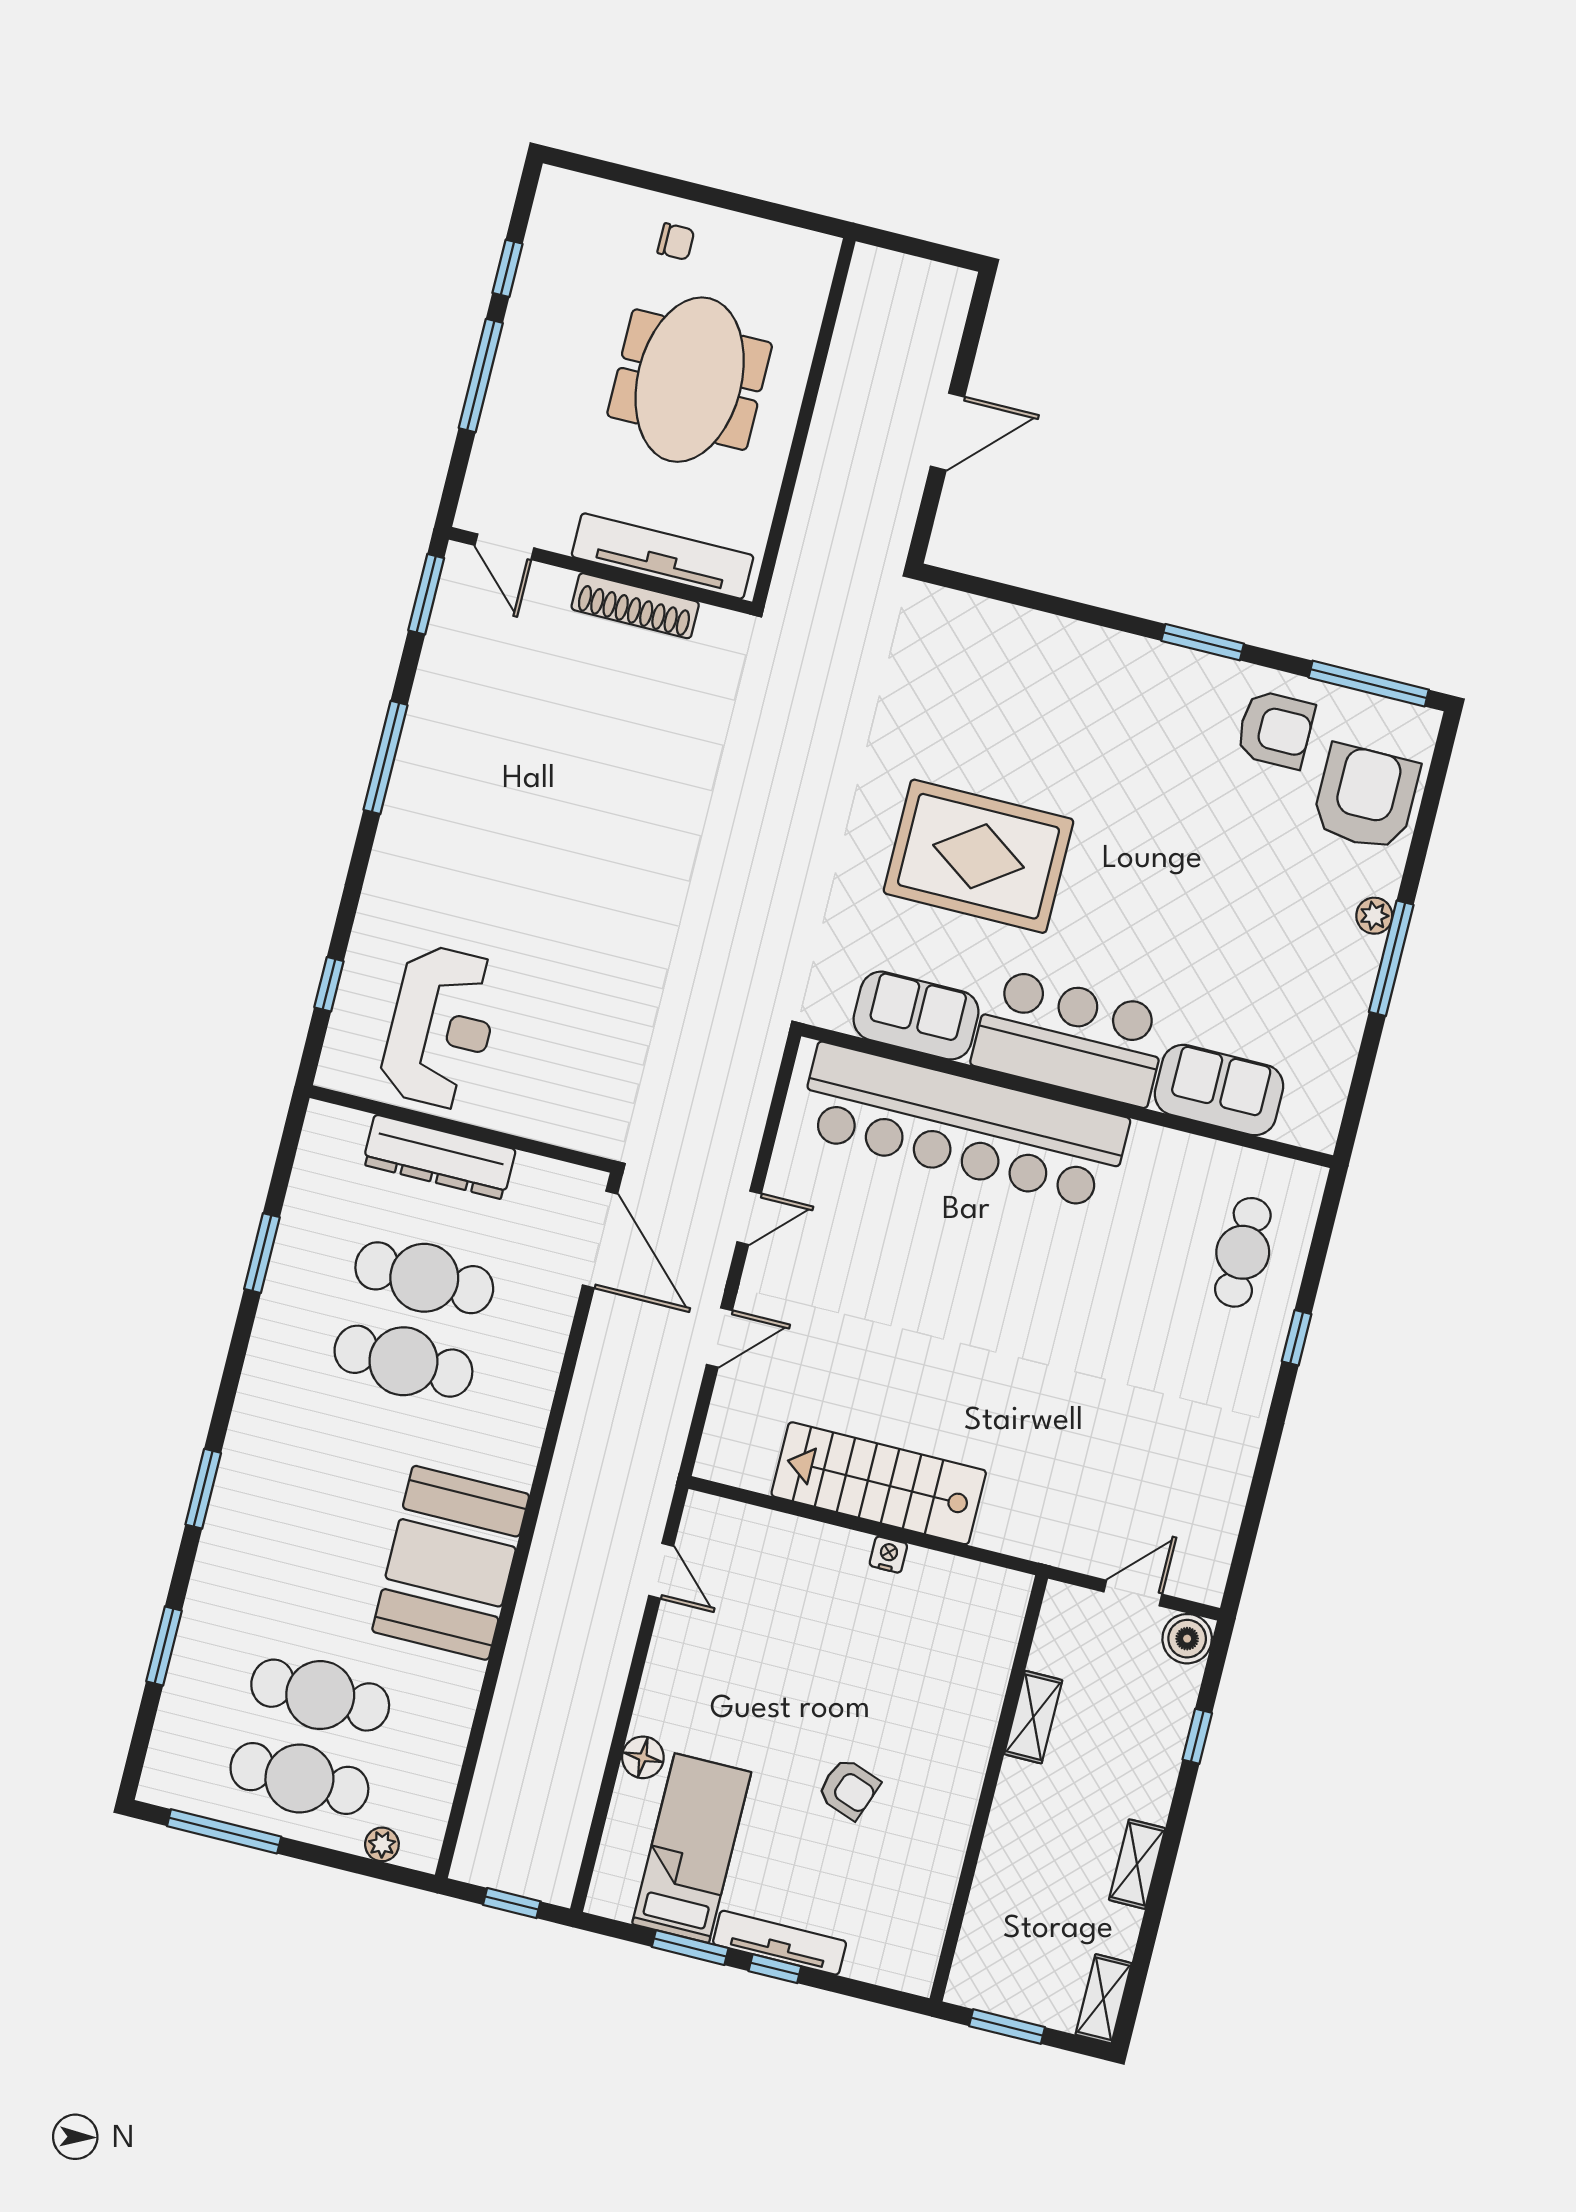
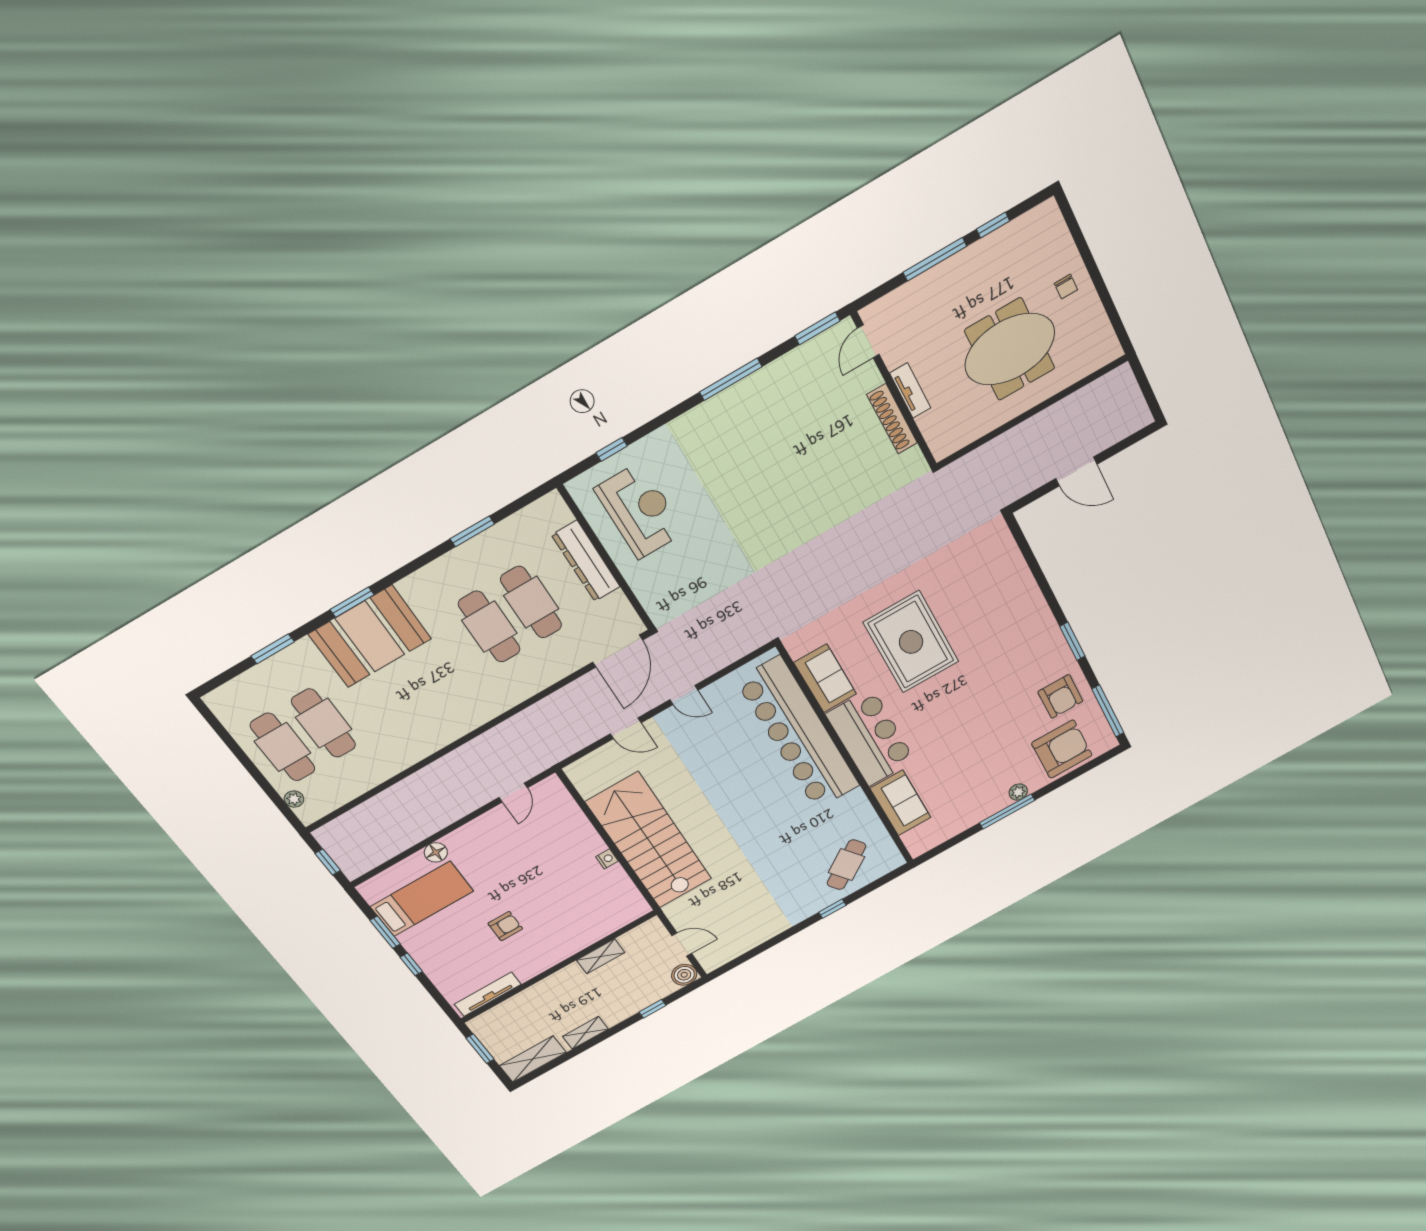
tv unit: (663, 556) -> (910, 391), width x0.52, depth x0.78
reception desk: (441, 1027) -> (640, 511), turned -90
cafe table: (1243, 1252) -> (846, 865), turned -36
stairs: (879, 1483) -> (649, 841), width x1.36, depth x1.51
booth: (451, 1563) -> (370, 636), moved
armchair: (849, 1789) -> (505, 926), turned -110
window: (224, 1831) -> (229, 741), removed
tv unit: (780, 1943) -> (488, 994), moved, turned -90
shelving: (1104, 1999) -> (533, 1059), width x1.50, depth x1.33

